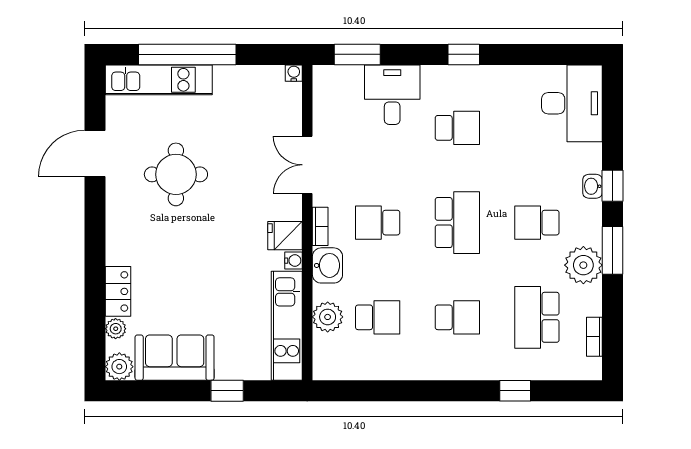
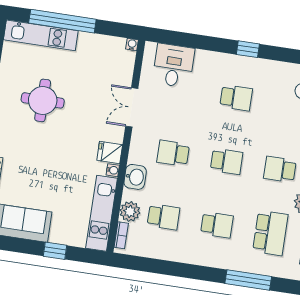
window: (357, 54) -> (176, 38), removed
desk: (392, 95) -> (173, 66), moved
school desk: (457, 223) -> (227, 161), width x0.54
bookcase: (320, 226) -> (121, 235), moved
school desk: (537, 317) -> (270, 233), turned 180
window: (515, 391) -> (248, 280), width x2.17

